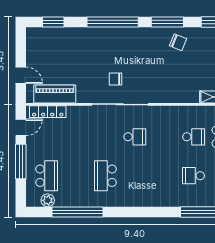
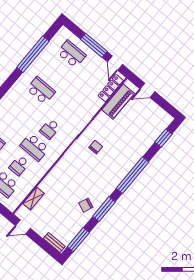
school desk: (164, 137) -> (34, 147), added
school desk: (47, 176) -> (71, 54), turned 180
plant: (48, 200) -> (56, 42), removed

